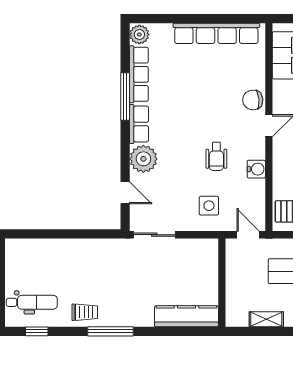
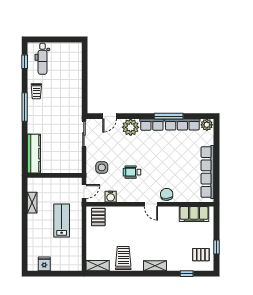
water cooler: (256, 169) -> (111, 197), moved

